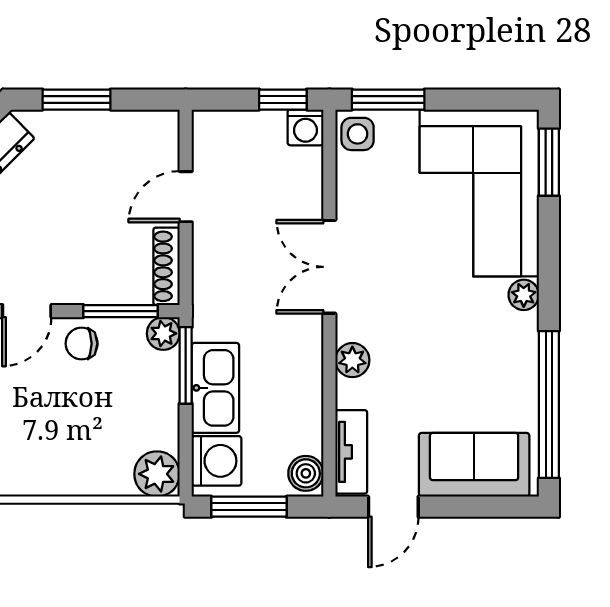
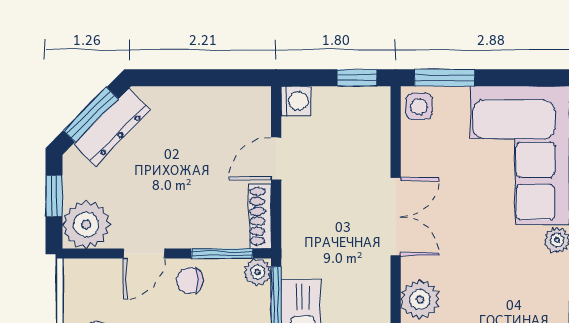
window: (76, 100) -> (185, 78), removed
washing machine: (305, 127) -> (296, 101), moved, turned -90
double door: (329, 267) -> (396, 217), swing flipped
plant: (352, 360) -> (420, 300), width x1.38, depth x1.38

